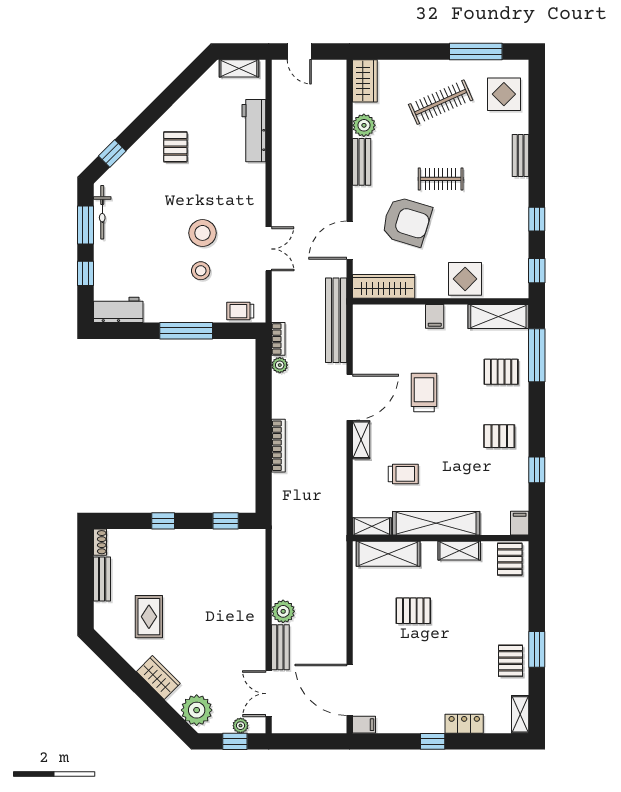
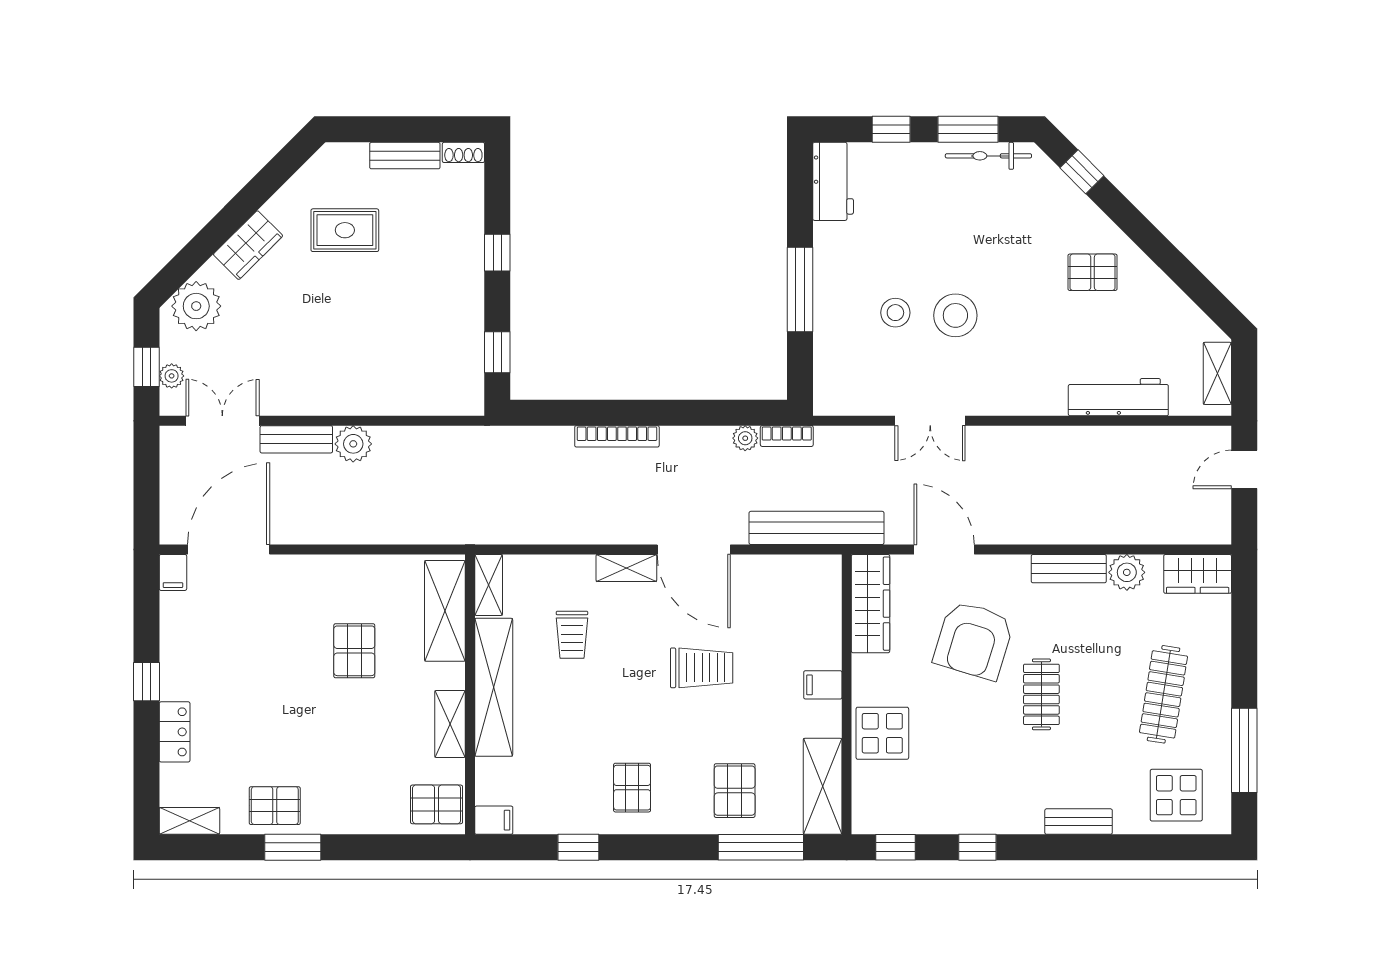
clothes rail: (441, 102) -> (1164, 694), turned 33
trolley: (240, 311) -> (831, 376), removed

